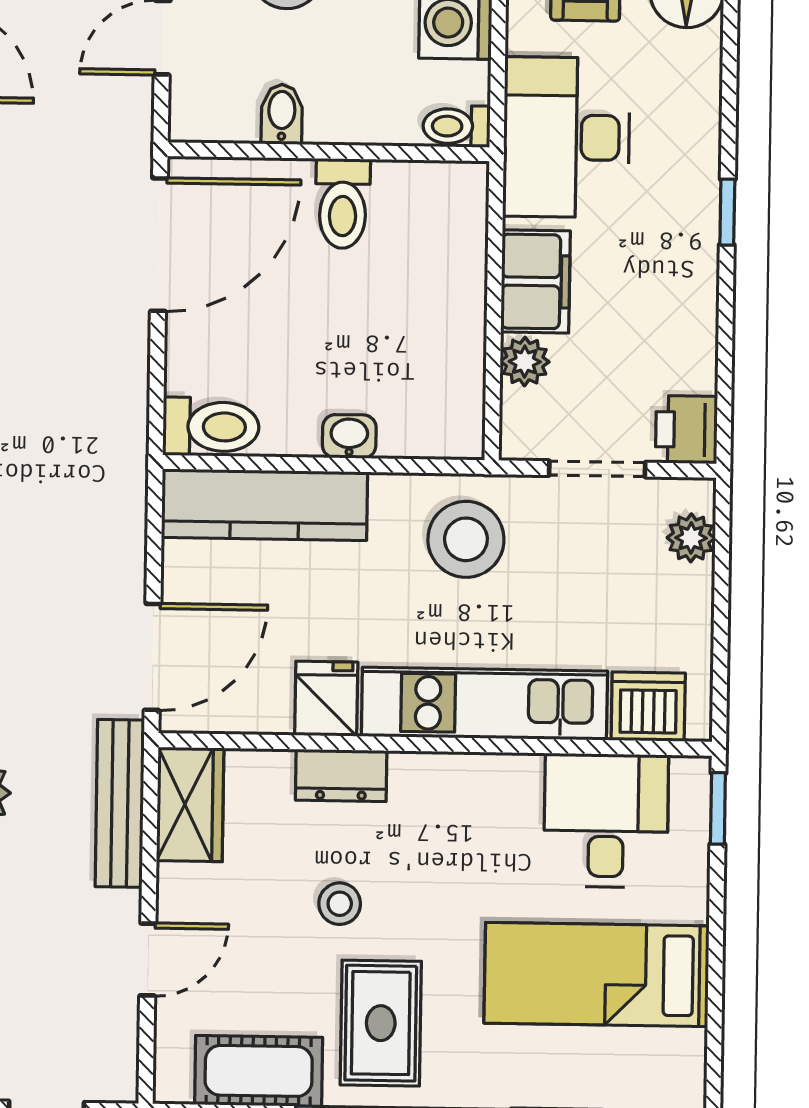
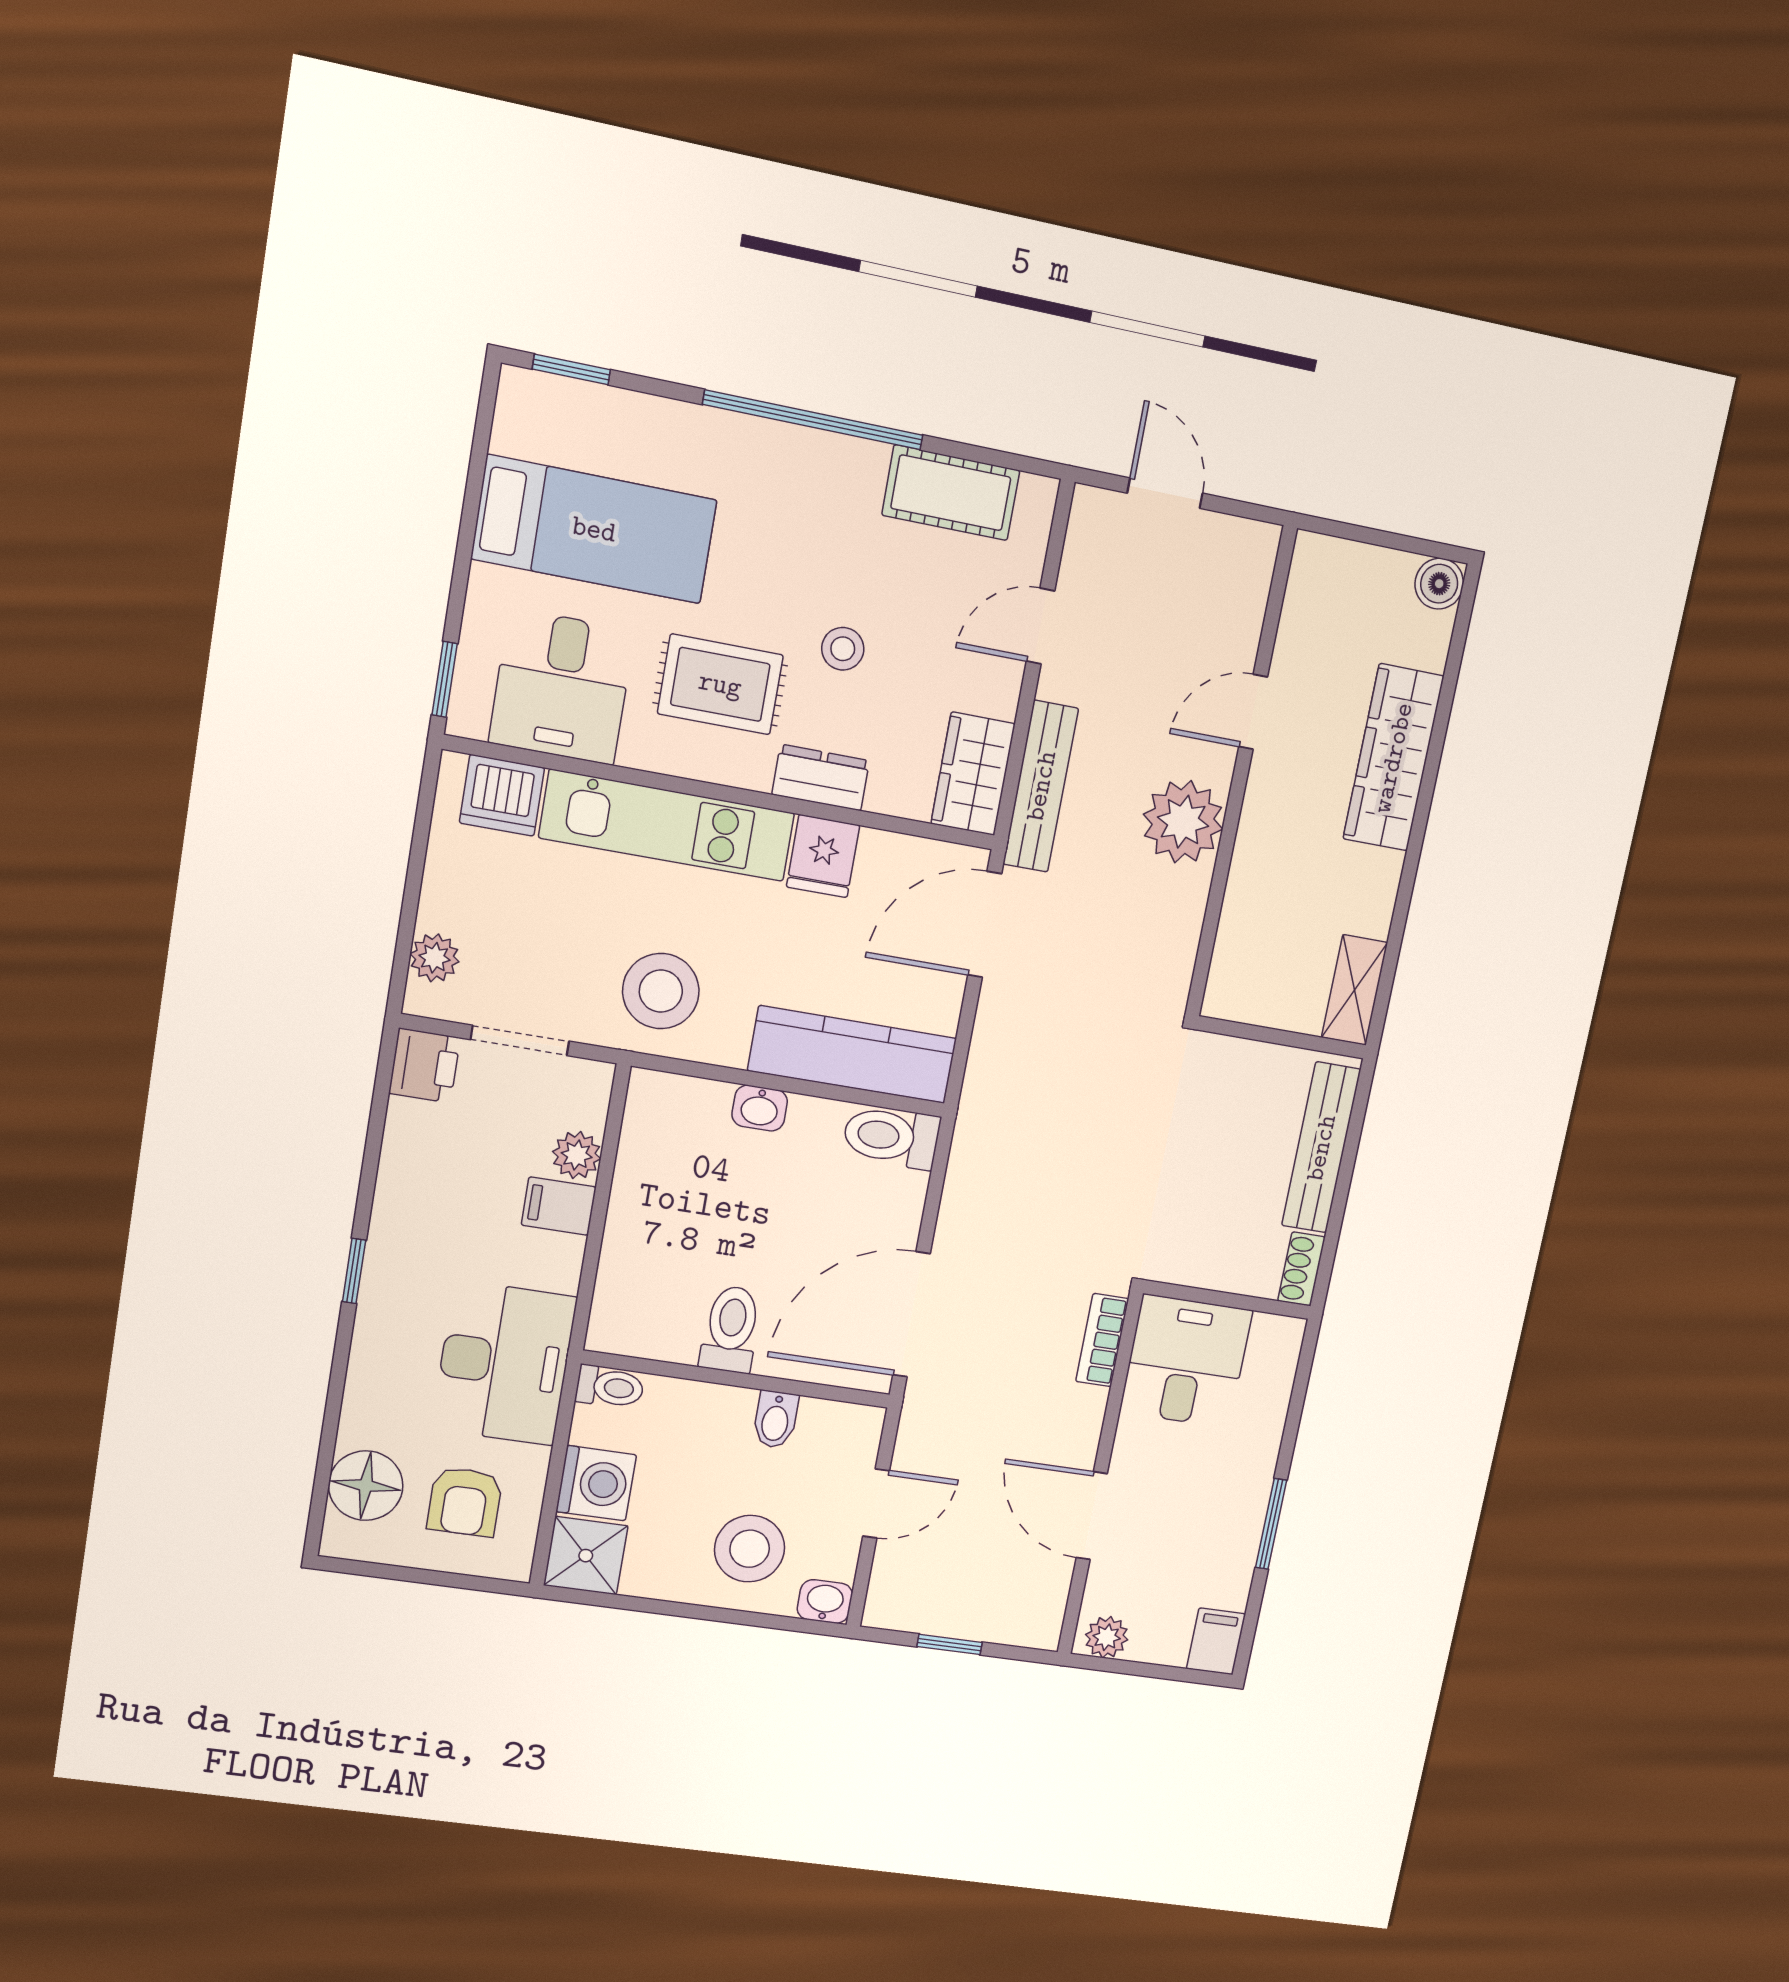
filing cabinet: (535, 281) -> (559, 1206), width x0.50
rug: (381, 1023) -> (720, 684), moved, turned 90

